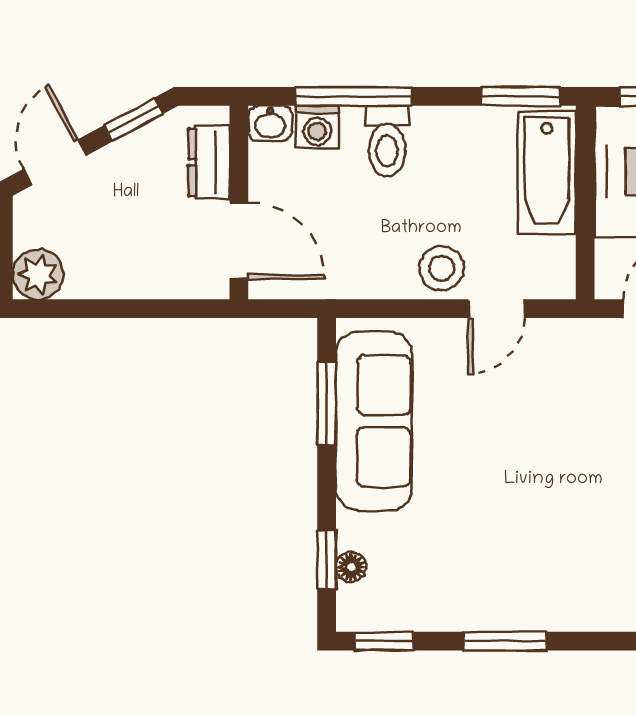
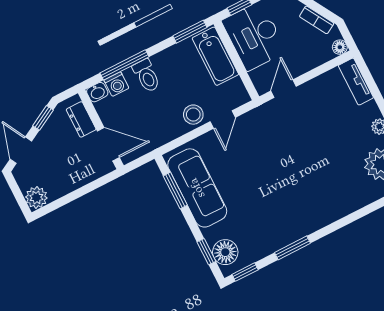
floor lamp: (351, 567) -> (225, 252), width x1.89, depth x1.89

